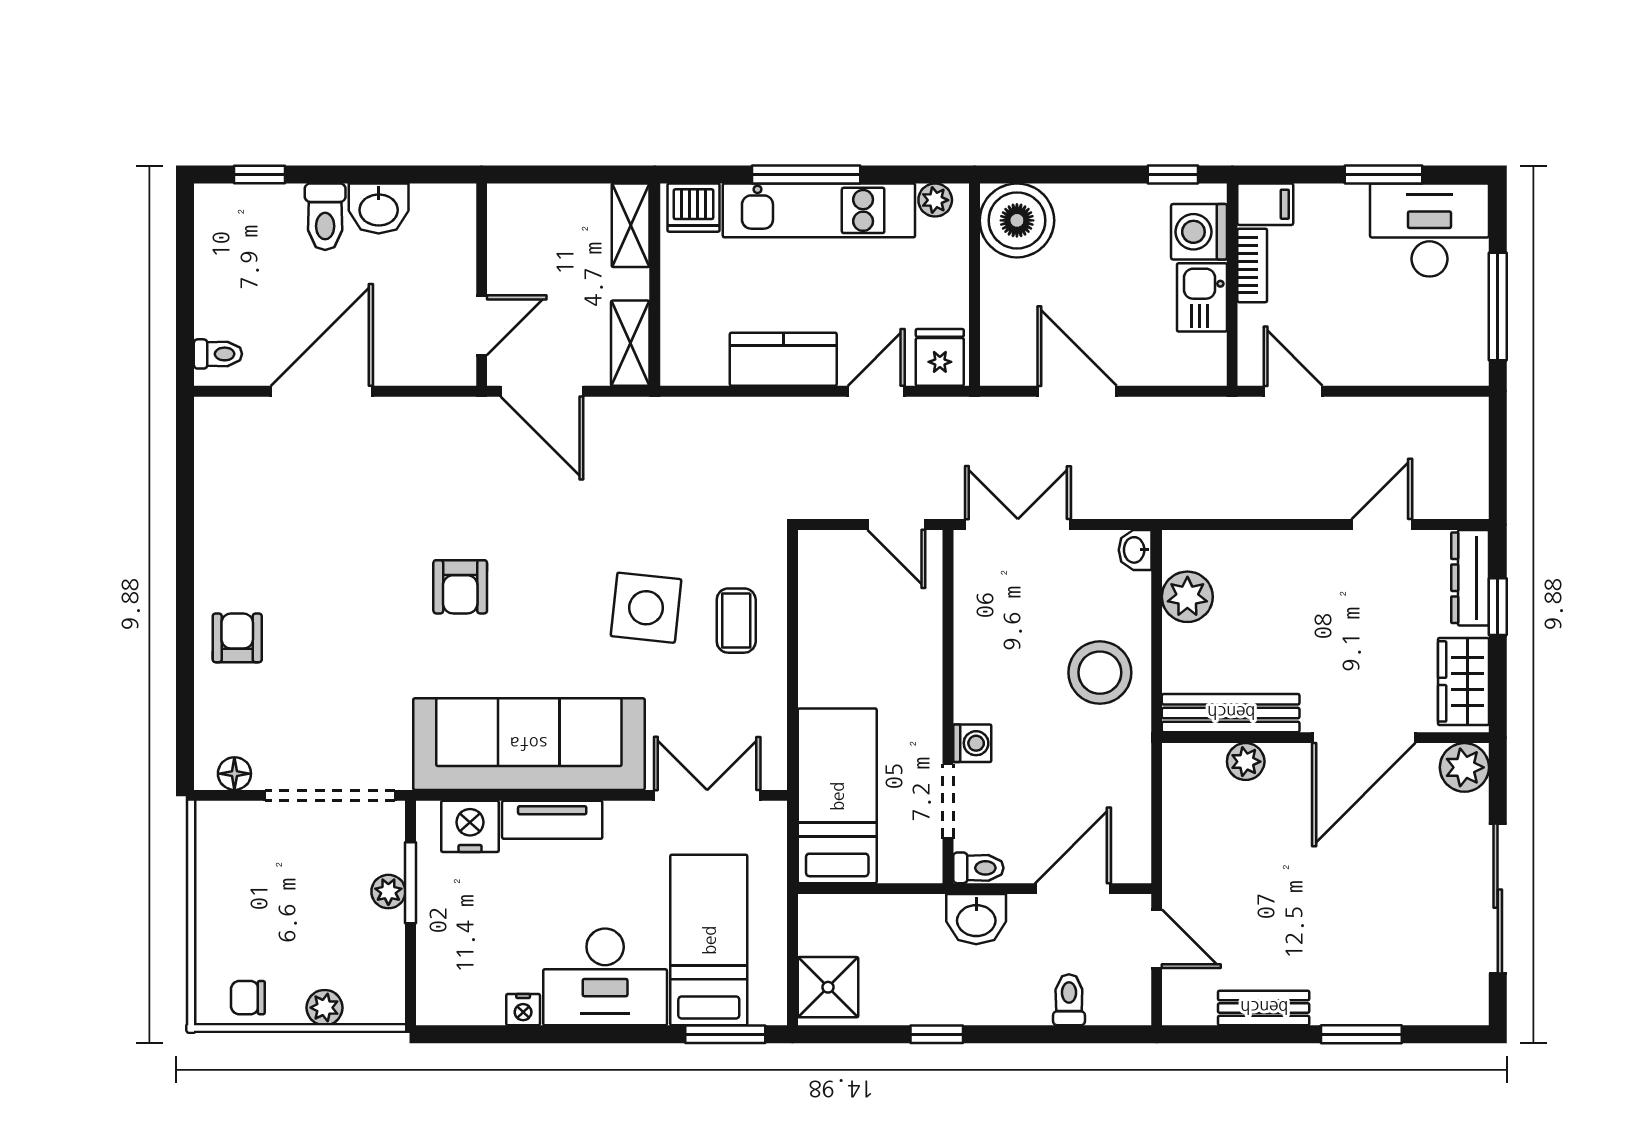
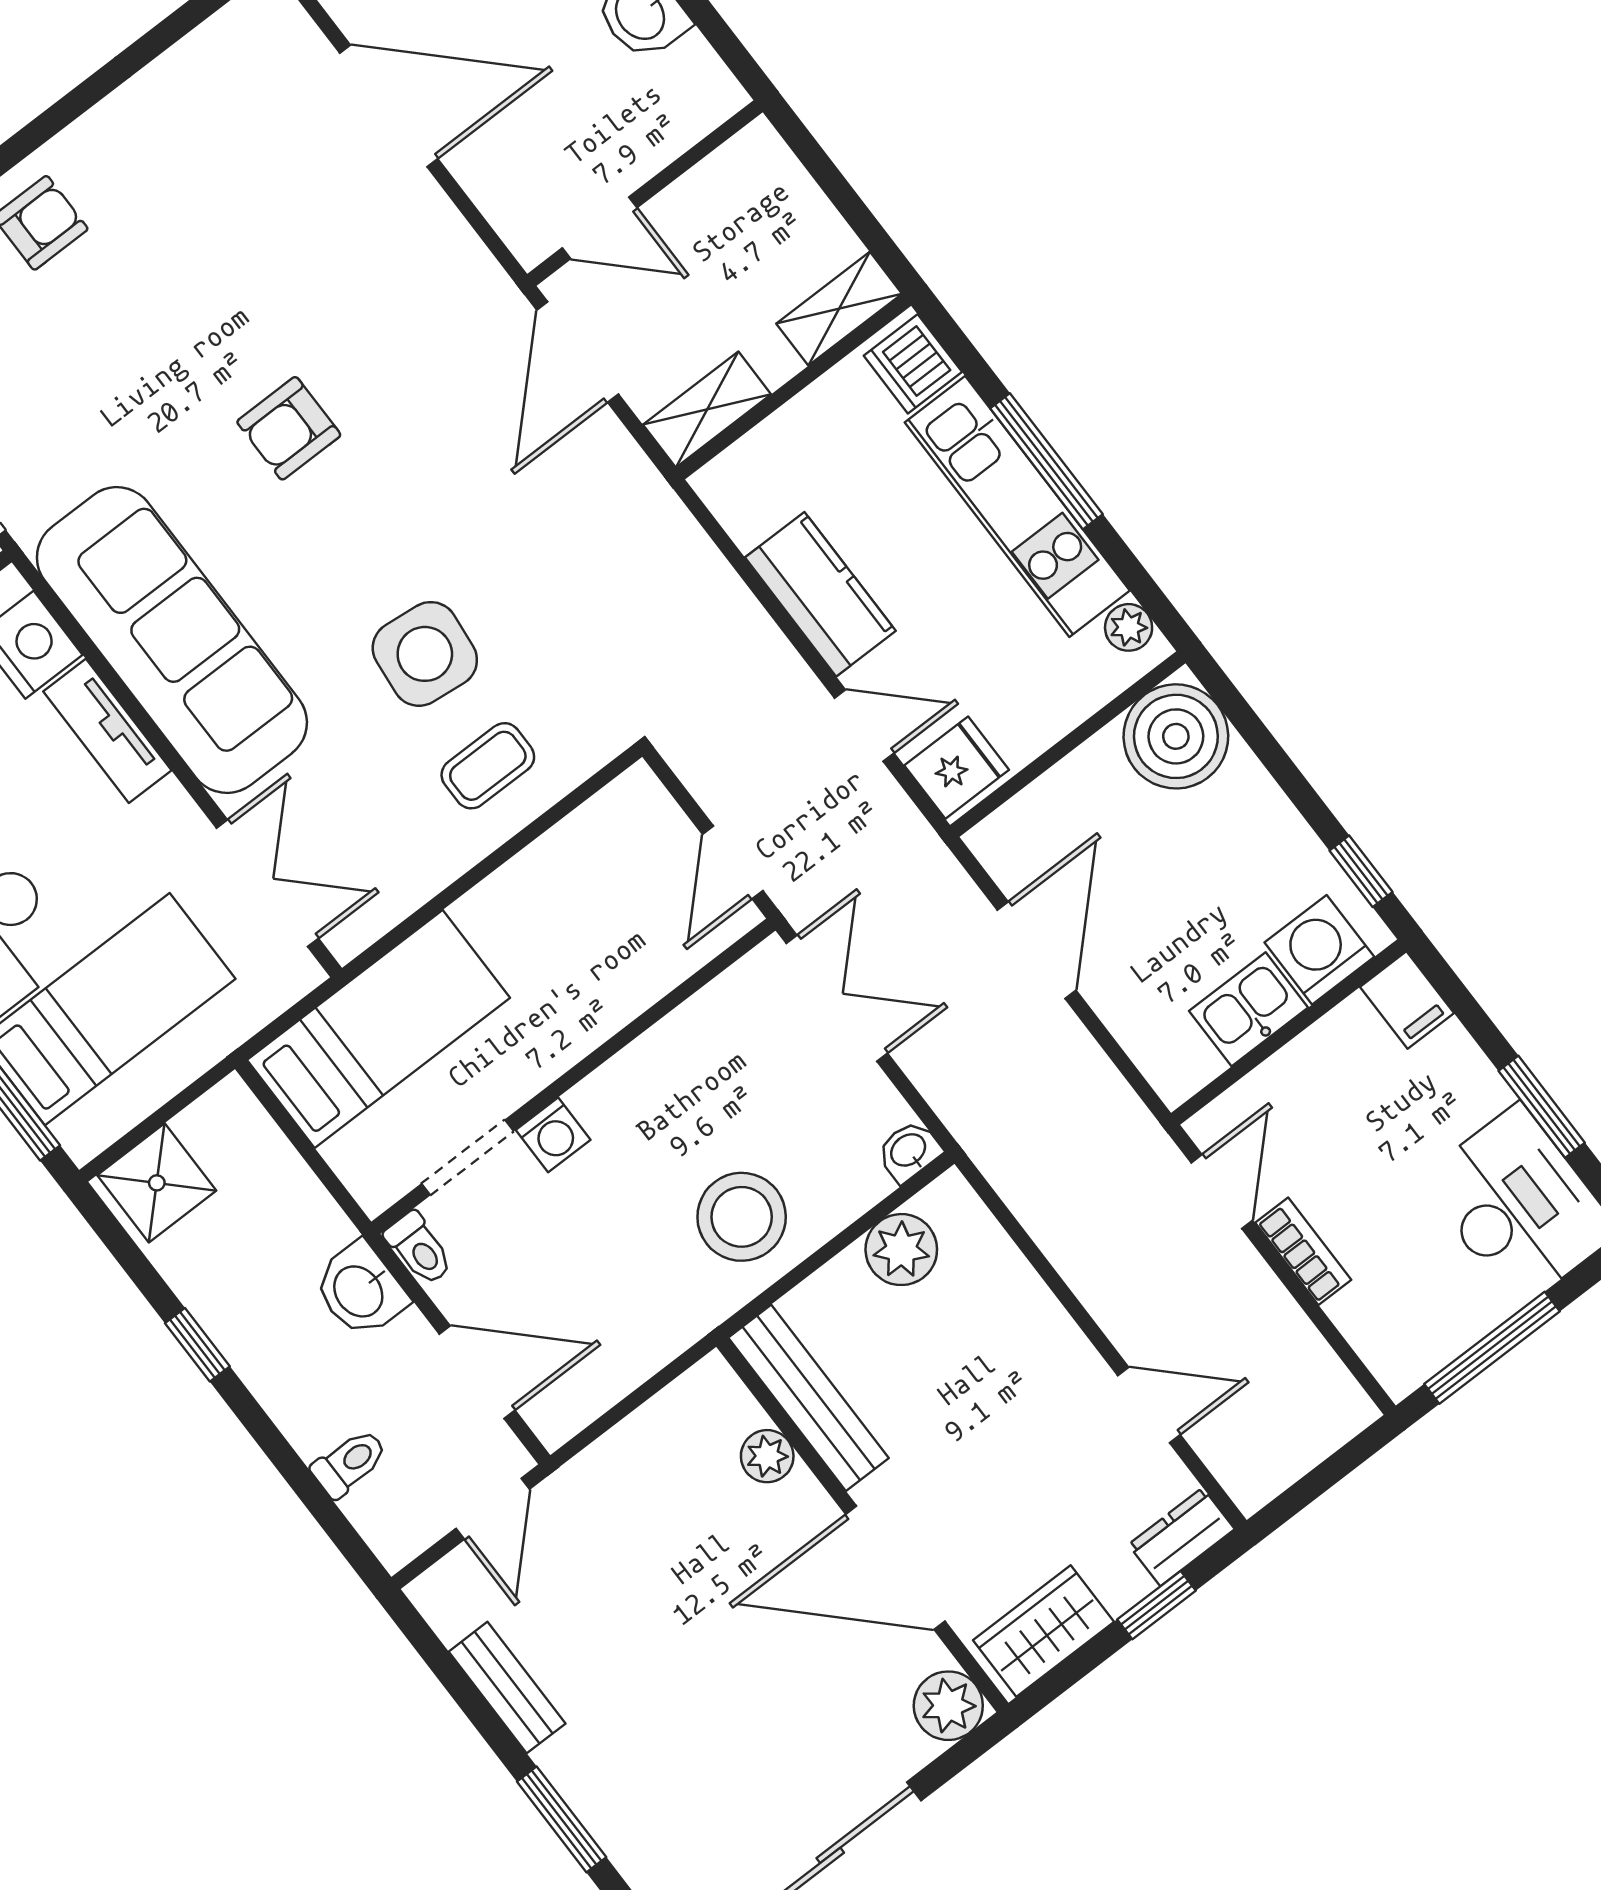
bookcase: (1252, 265) -> (1303, 1251), moved, turned -90
dresser: (1470, 578) -> (1181, 1537), width x0.70

